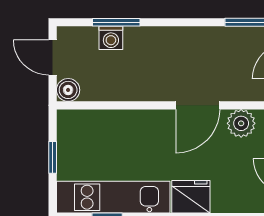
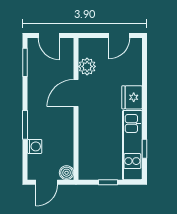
window: (116, 22) -> (25, 125), moved
door: (198, 105) -> (76, 93), swing flipped

